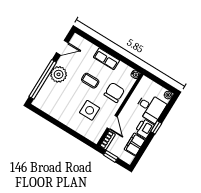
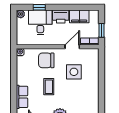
row of seats: (106, 59) -> (22, 97), moved
window: (156, 127) -> (39, 7), moved

